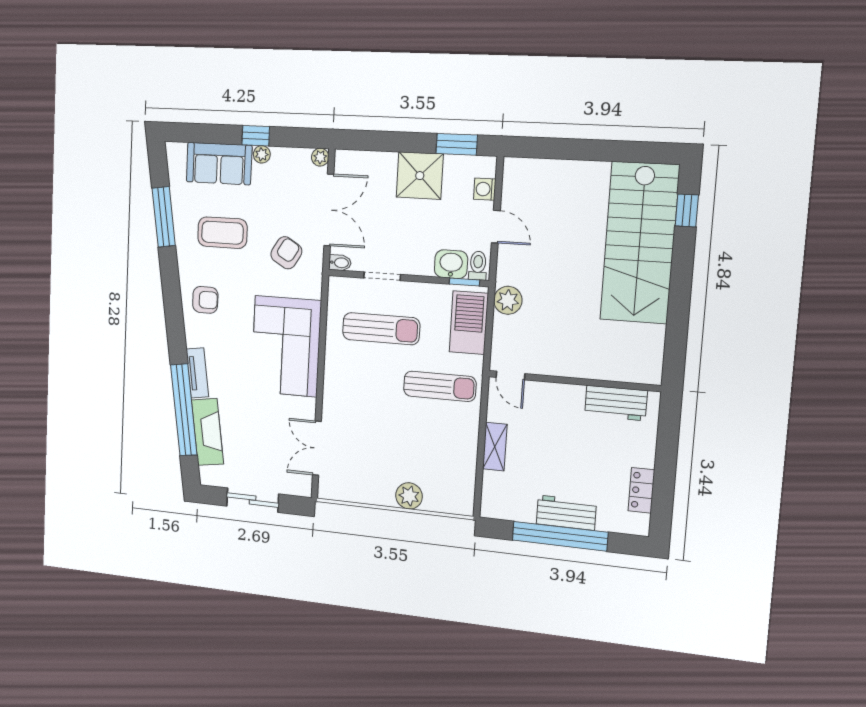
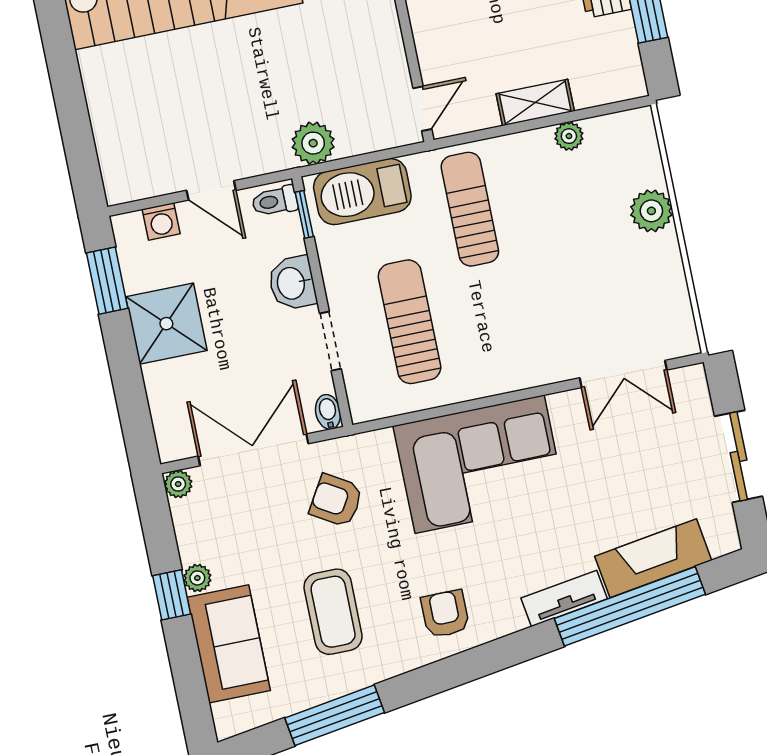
door: (496, 227) -> (211, 190), swing flipped
washbasin: (451, 264) -> (292, 283), moved
plant: (468, 461) -> (569, 136), added

